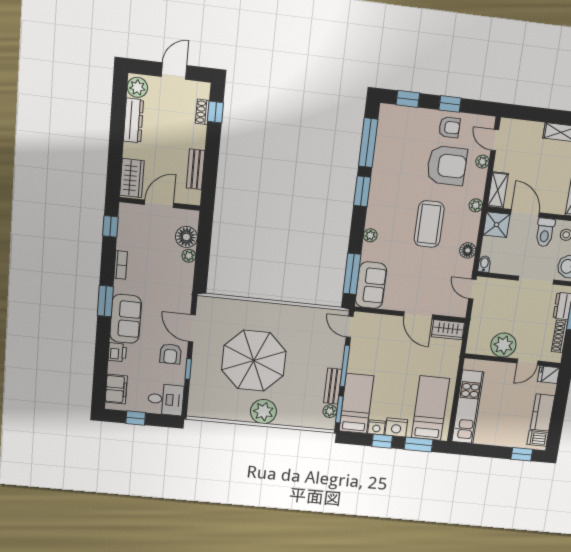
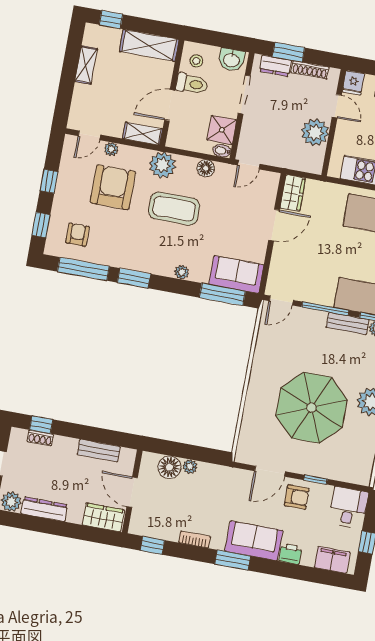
armchair: (449, 127) -> (77, 235), moved
plant: (476, 205) -> (162, 165), width x1.88, depth x1.88
shower: (497, 225) -> (222, 130), moved

